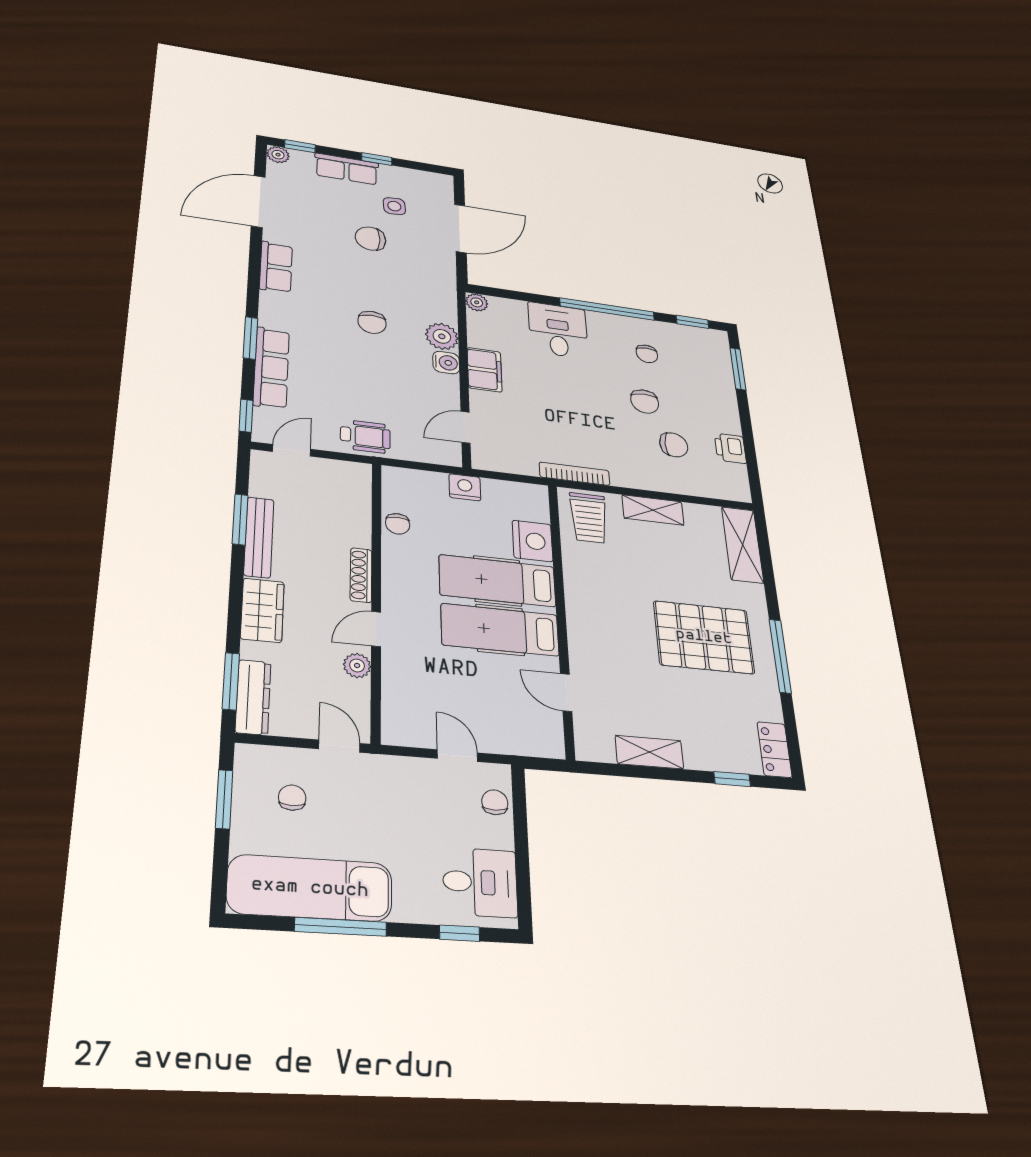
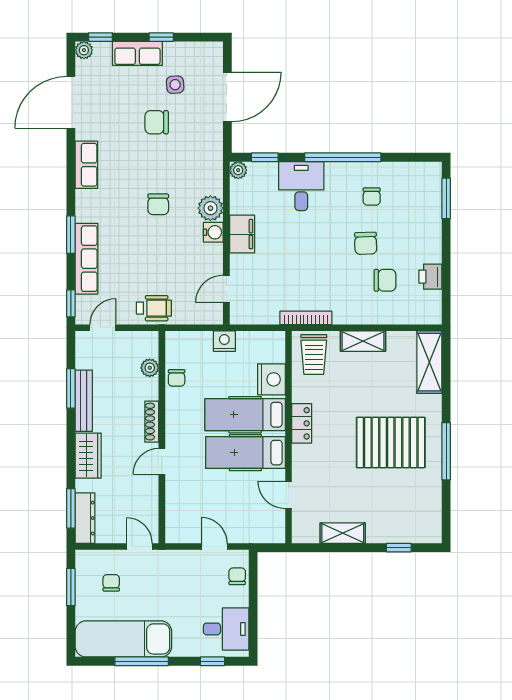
window: (692, 322) -> (265, 157), moved
plant: (357, 665) -> (150, 368), moved
locker: (774, 750) -> (302, 423), moved, turned 180

